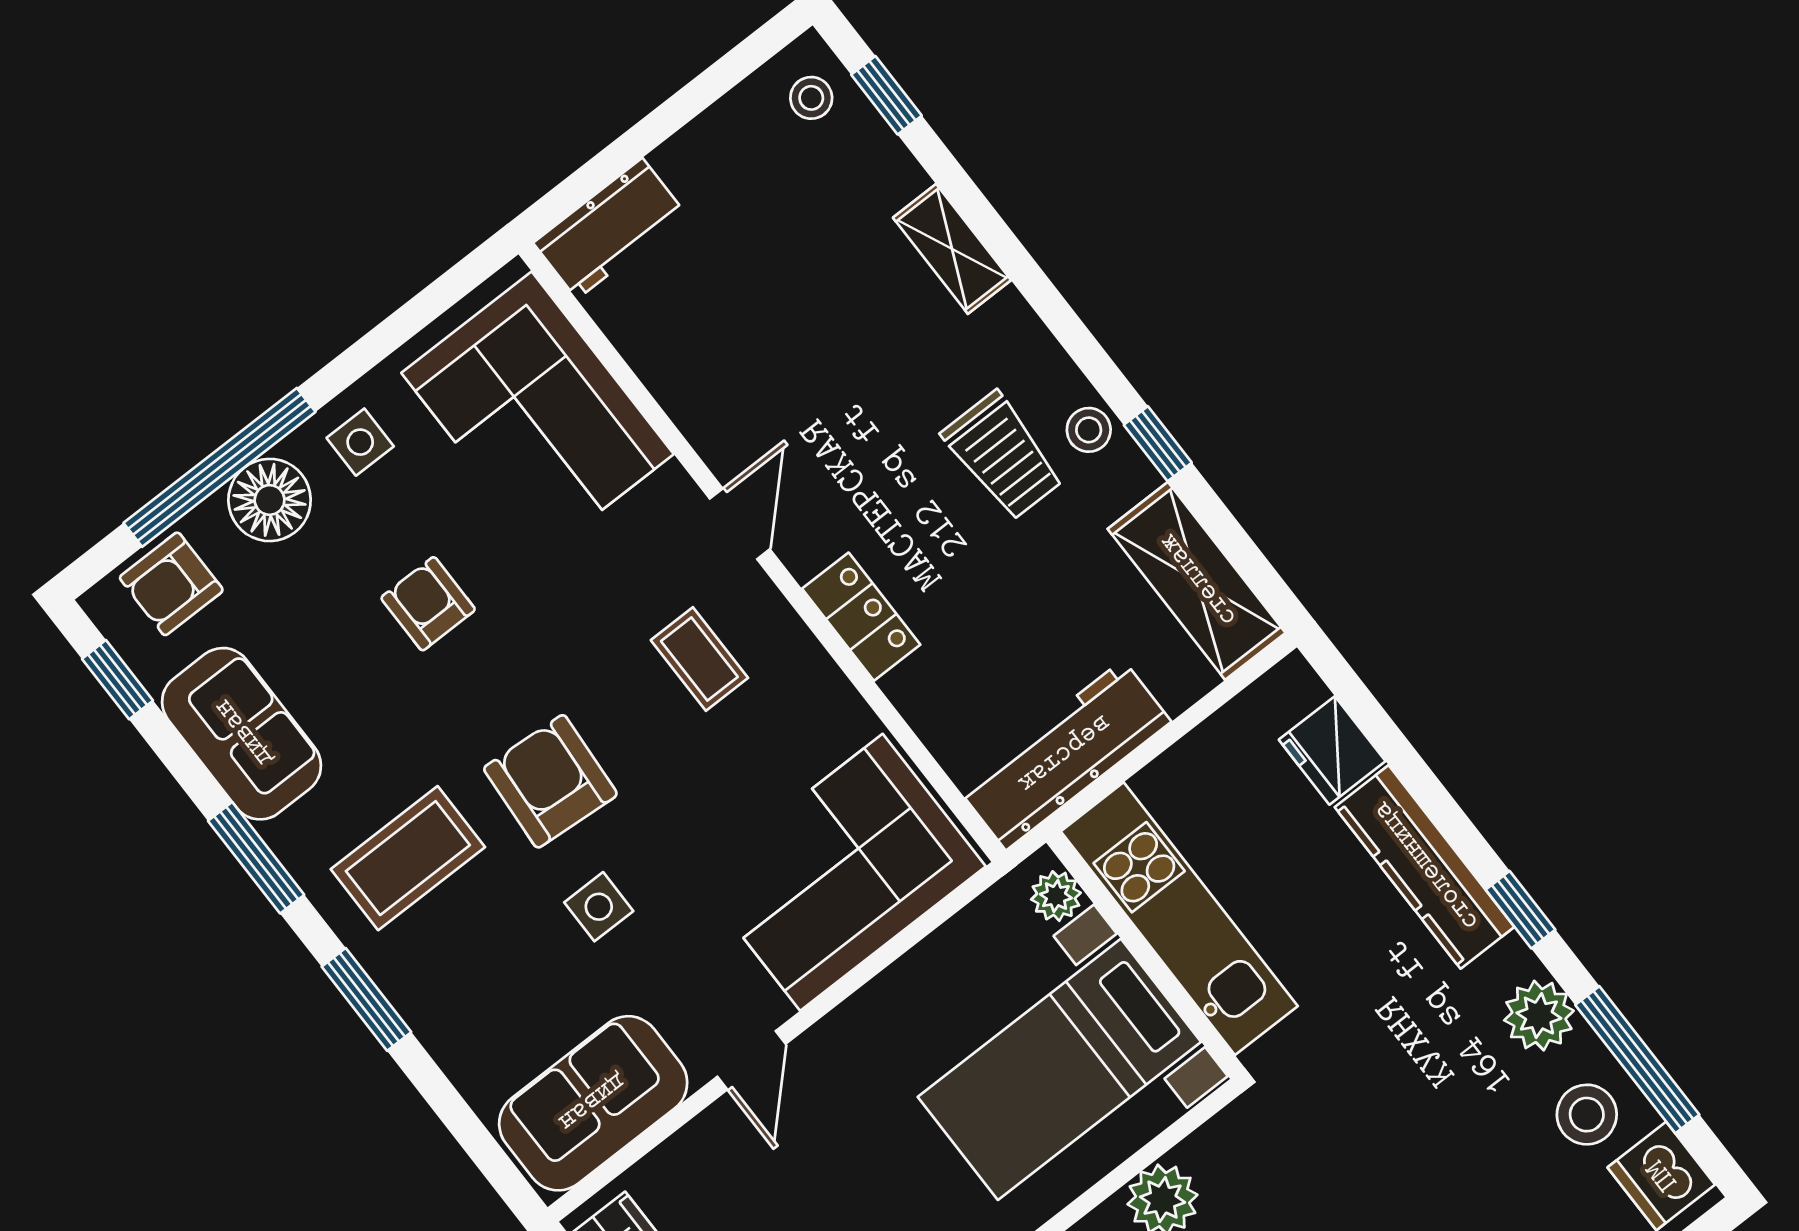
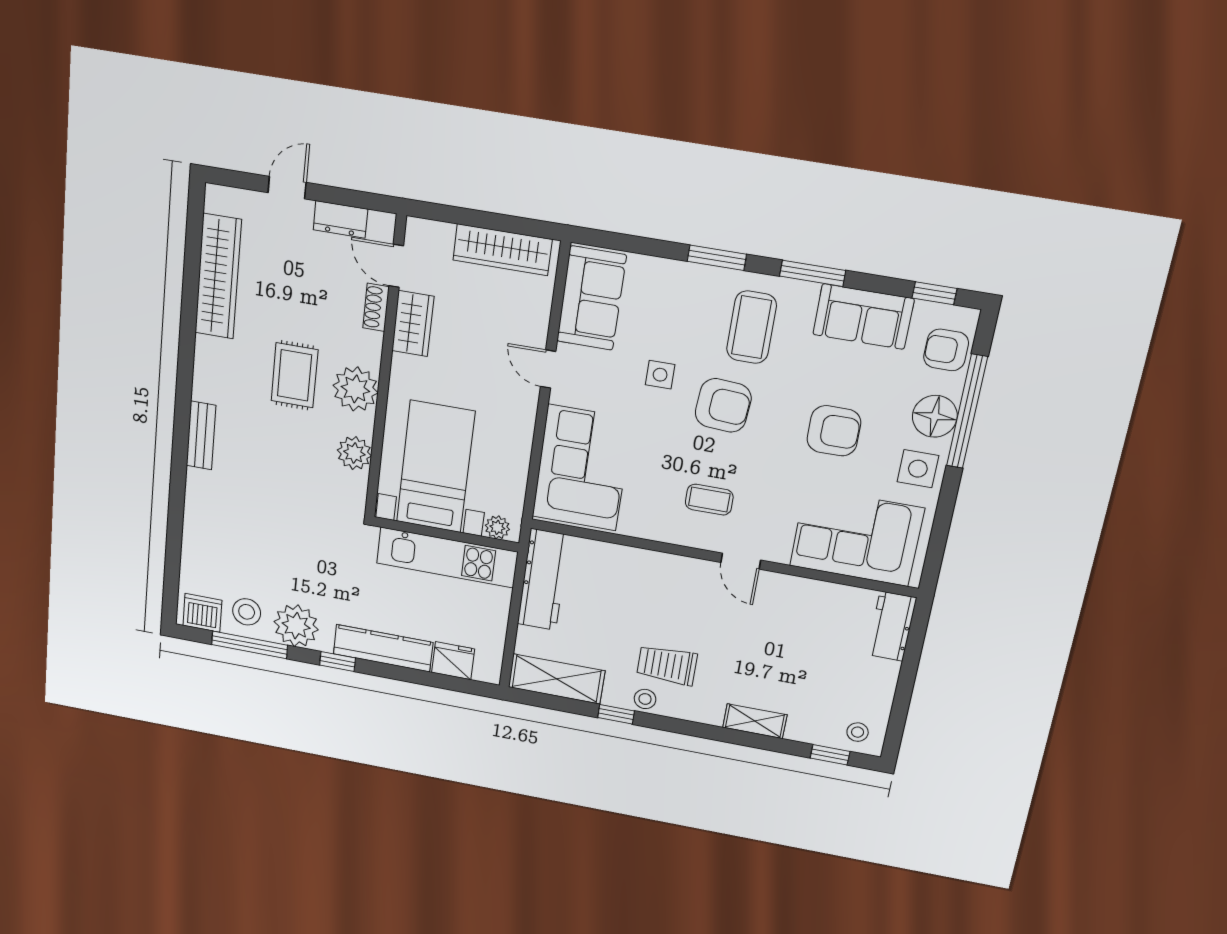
side table: (360, 442) -> (918, 469), width x1.37, depth x1.37
armchair: (171, 584) -> (946, 350), turned -90
armchair: (428, 604) -> (834, 431), width x1.38, depth x1.38
locker: (861, 617) -> (664, 566), removed
plant: (1539, 1016) -> (296, 626), width x1.36, depth x1.36

